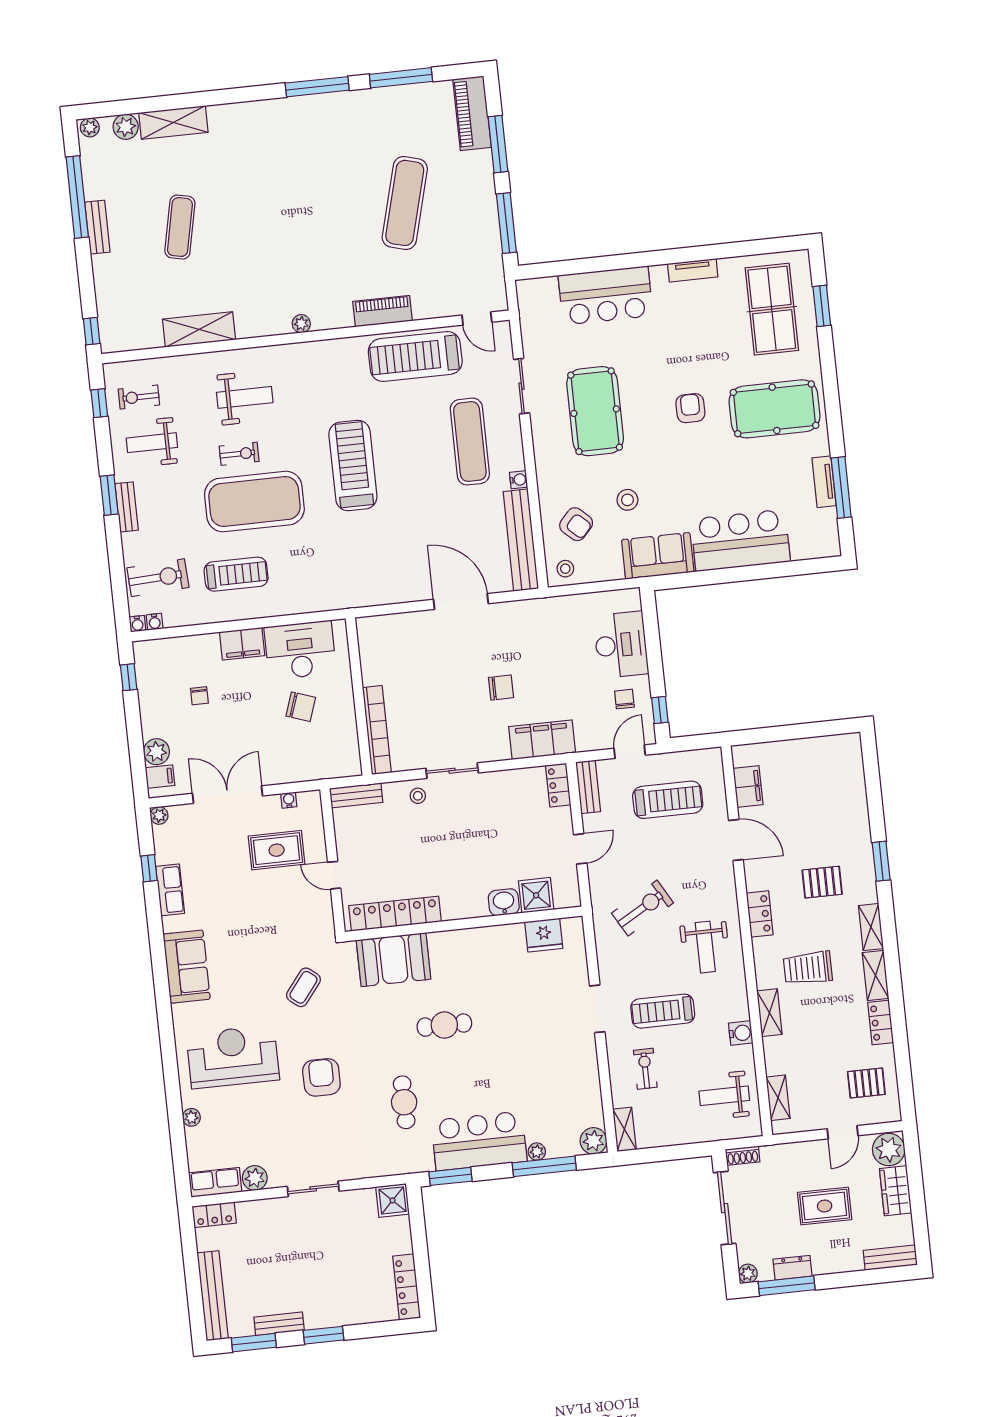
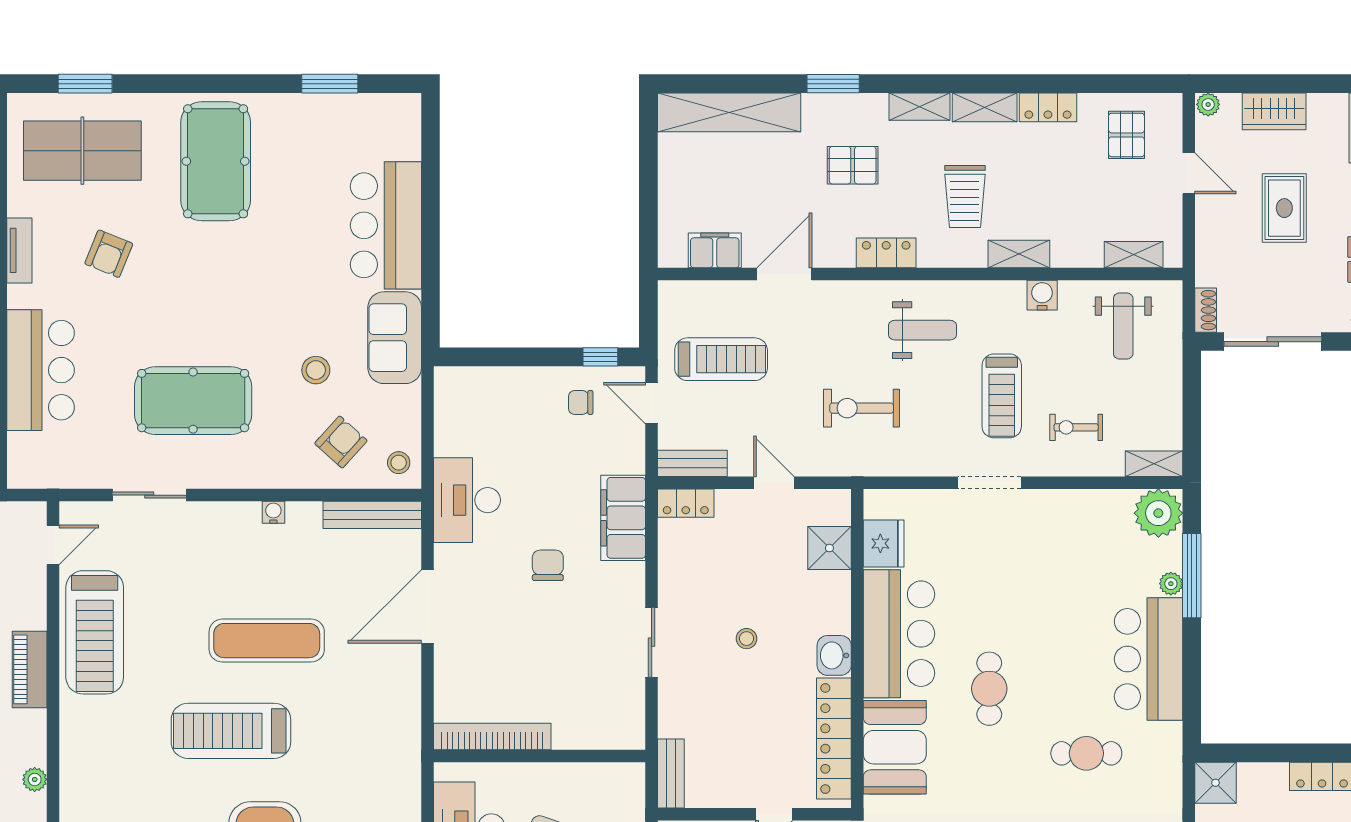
armchair: (690, 408) -> (109, 254), moved, turned -68
exercise mat: (470, 442) -> (267, 641), moved
tv unit: (824, 482) -> (320, 106), removed
window: (841, 487) -> (330, 84), width x0.69
bench: (521, 540) -> (372, 515), width x0.73, depth x0.82
desk: (621, 645) -> (467, 500), moved, turned -90
bookcase: (377, 730) -> (492, 736), moved
shelving: (852, 786) -> (729, 112), added
stool: (418, 796) -> (746, 639), moved
treadmill: (668, 800) -> (721, 359), turned 90
pallet: (822, 882) -> (853, 165), turned 90
washbasin: (504, 902) -> (834, 655), moved
exercise bike: (643, 908) -> (862, 408), turned -60
bar counter: (478, 954) -> (899, 634), added
plant: (593, 1141) -> (1158, 513), width x1.36, depth x1.36
plant: (889, 1149) -> (1208, 104), width x0.53, depth x0.53
window: (451, 1176) -> (1192, 702), removed

